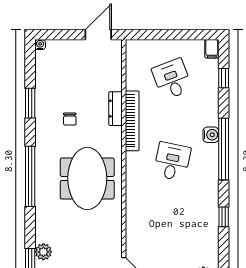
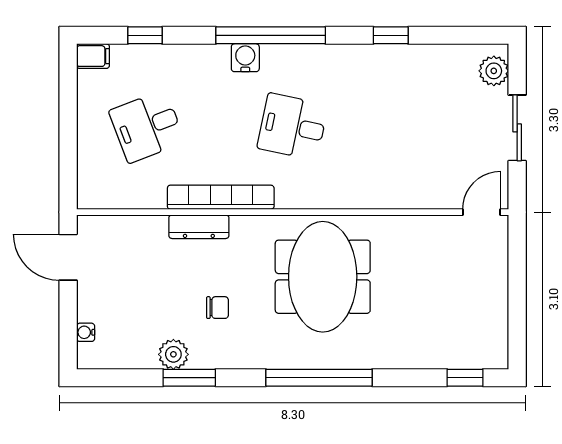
water cooler: (40, 45) -> (86, 332), moved
meeting table: (87, 178) -> (323, 277), turned 90
plant: (43, 252) -> (173, 354), moved

